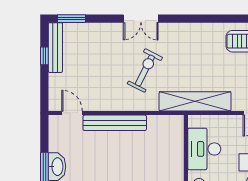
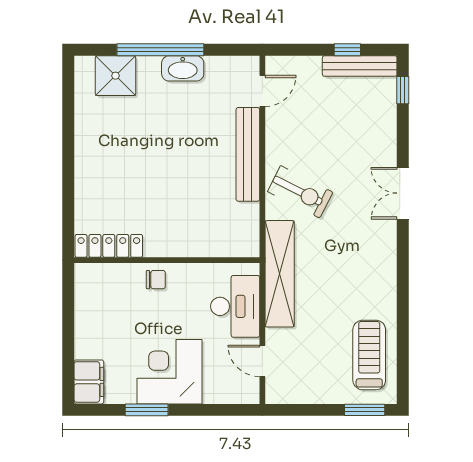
window: (71, 19) -> (403, 90), width x0.67
exercise bike: (145, 70) -> (300, 192), moved
desk: (204, 149) -> (235, 306), moved, turned 90

